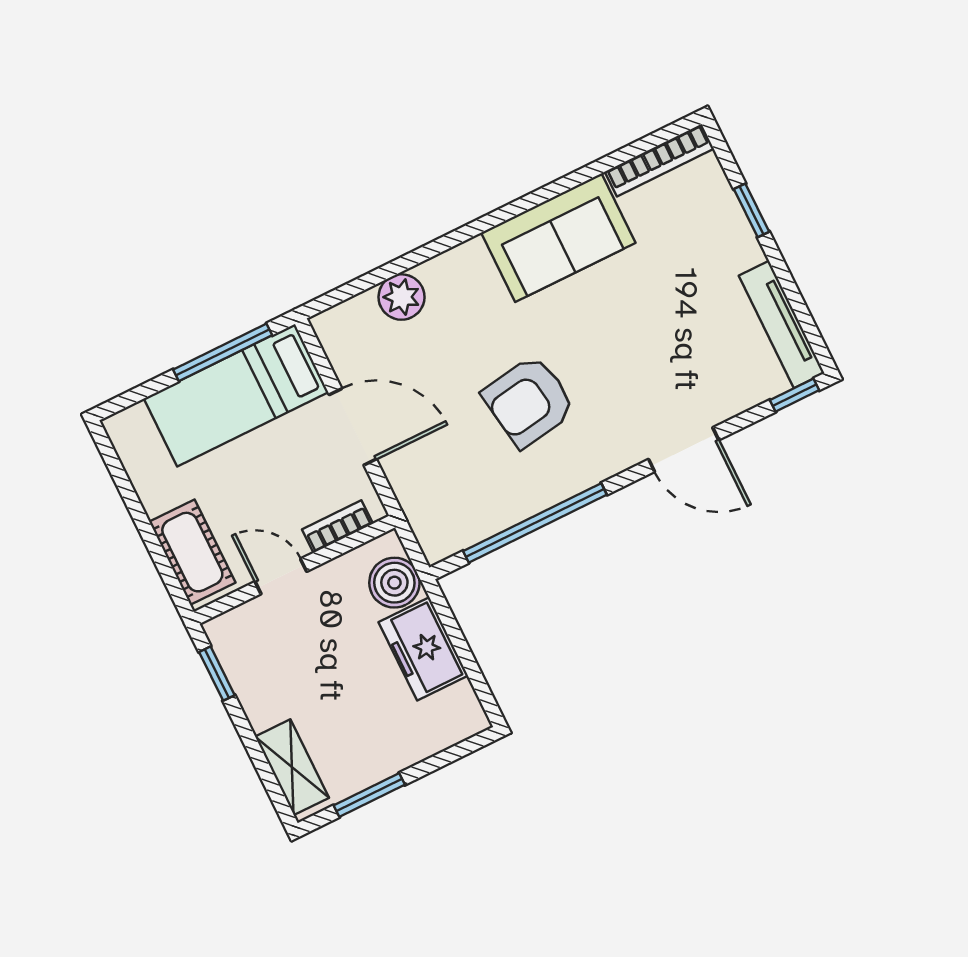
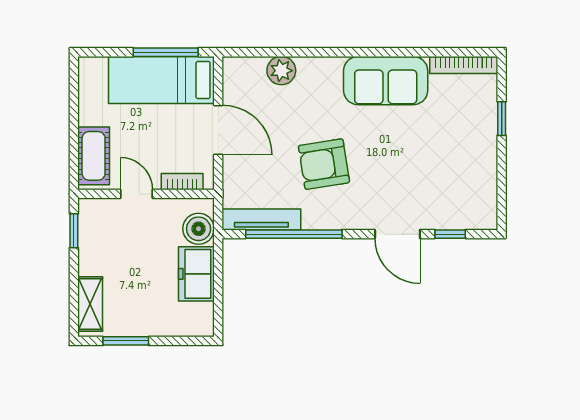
tv unit: (782, 324) -> (261, 219), moved, turned 90
window: (795, 395) -> (450, 234), moved

